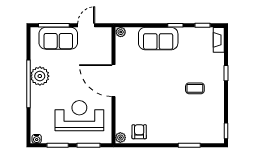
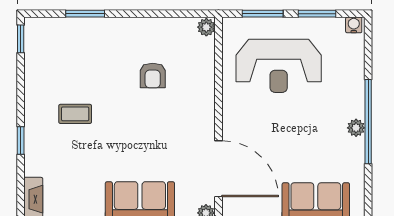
plant: (40, 76) -> (356, 128), width x0.53, depth x0.53
door: (114, 81) -> (219, 169), moved
armchair: (139, 132) -> (153, 75), moved

